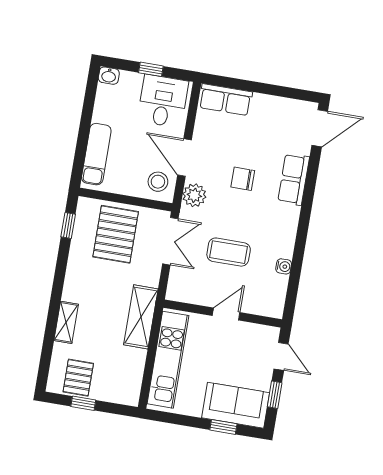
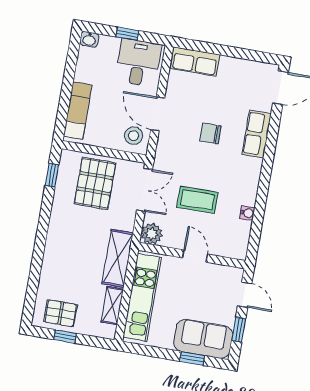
plant: (194, 195) -> (152, 234), moved
door: (226, 314) -> (195, 256), hinge flipped
shelving: (66, 322) -> (112, 306), moved
pallet: (78, 378) -> (61, 313), turned 90

